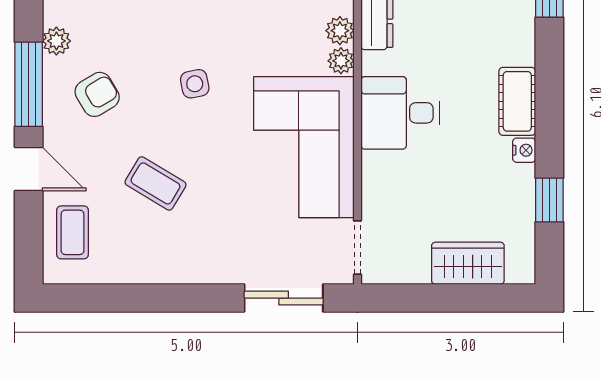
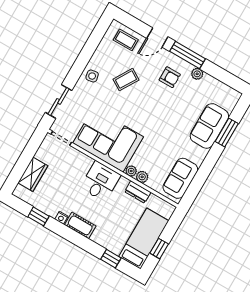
side table: (195, 84) -> (92, 76), moved
armchair: (97, 94) -> (170, 77), turned -59

